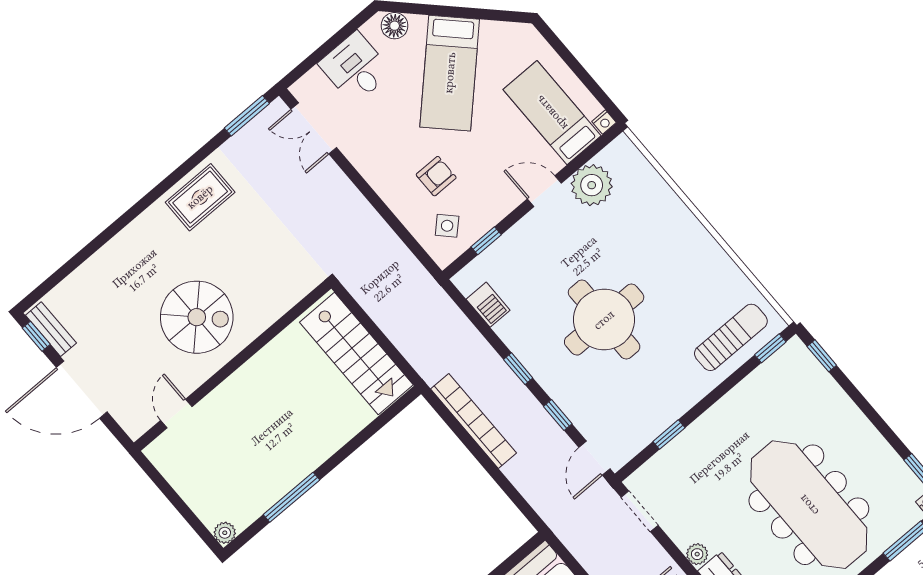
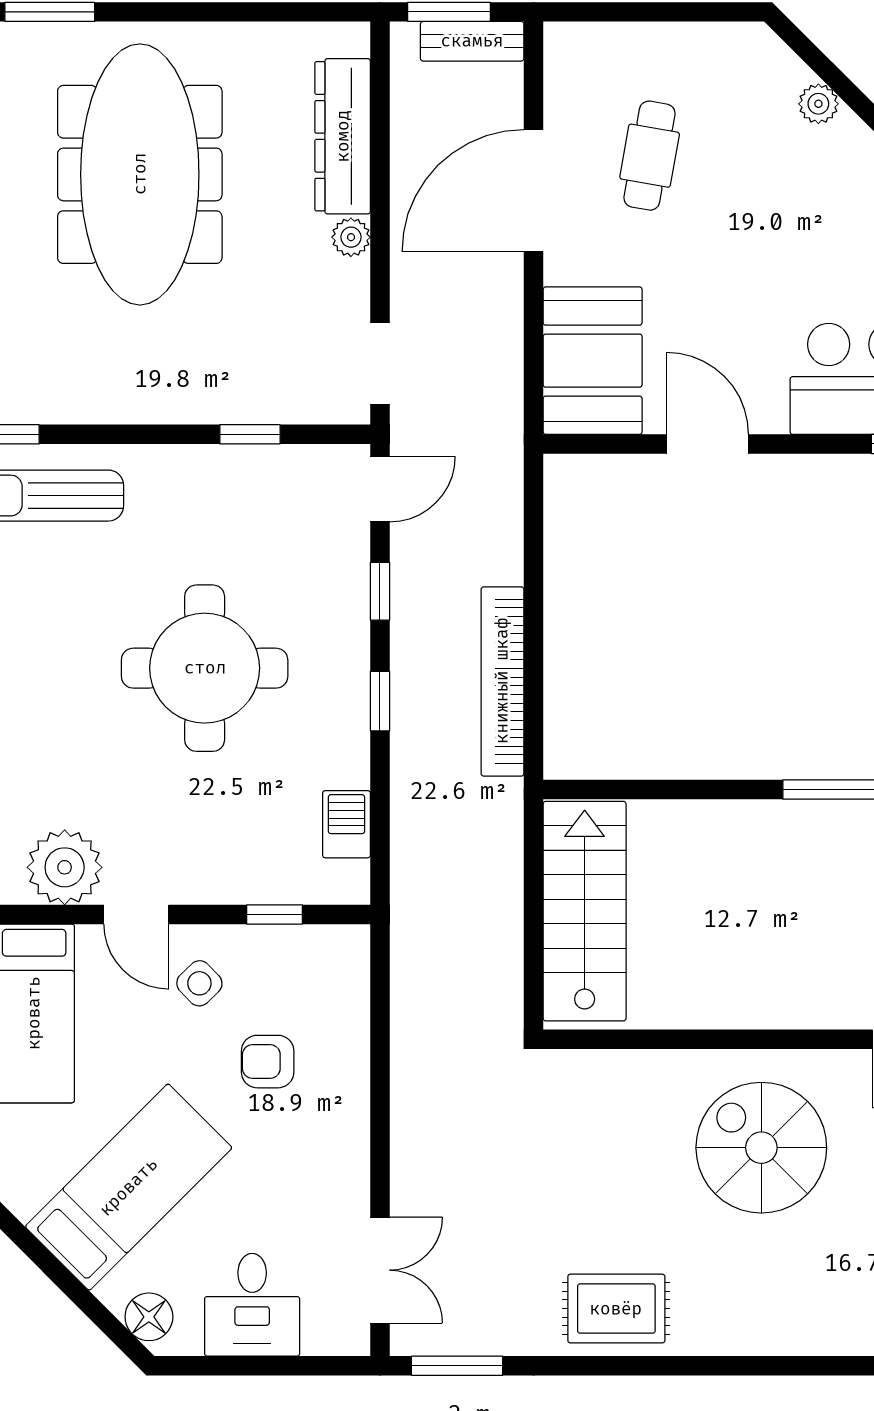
side table: (447, 226) -> (199, 983), moved

